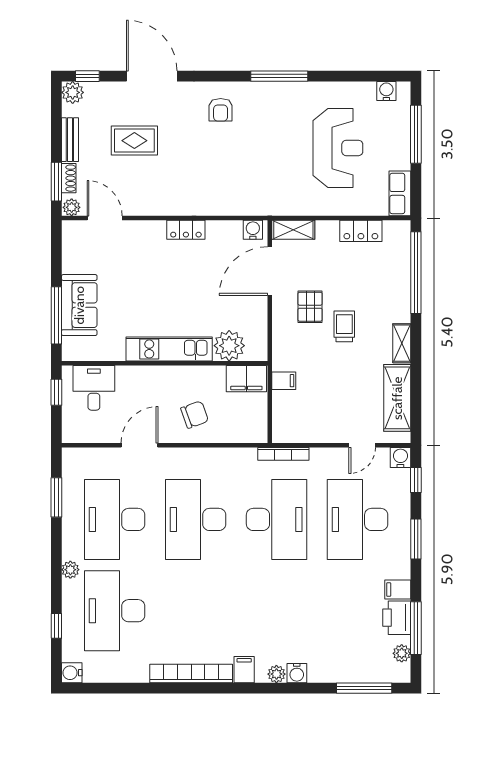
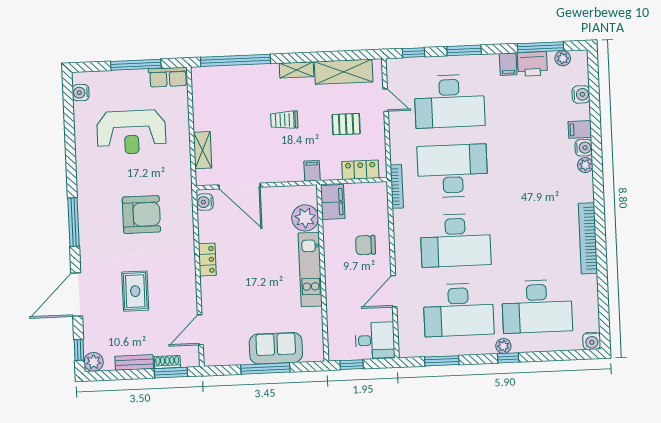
window: (279, 76) -> (73, 222), moved
armchair: (221, 110) -> (141, 215), moved, width x1.88, depth x1.88
window: (416, 134) -> (136, 65), moved
rug: (134, 141) -> (135, 291), moved
reception desk: (338, 148) -> (131, 132), turned 180
plant: (72, 207) -> (192, 359), removed
shelving: (293, 230) -> (203, 150), moved
locker: (361, 231) -> (360, 170), moved, turned -90
pallet: (310, 307) -> (346, 124), moved
window: (56, 315) -> (265, 368), moved
filing cabinet: (284, 381) -> (312, 171), moved
desk: (94, 388) -> (375, 340), moved, turned 180
chair: (195, 415) -> (366, 245), turned -70
door: (140, 445) -> (394, 291), hinge flipped
bookcase: (283, 454) -> (397, 186), moved
water cooler: (400, 457) -> (581, 94), moved, turned 180
window: (56, 626) -> (508, 358), moved
filing cabinet: (244, 670) -> (580, 129), moved
window: (364, 688) -> (594, 89), removed

